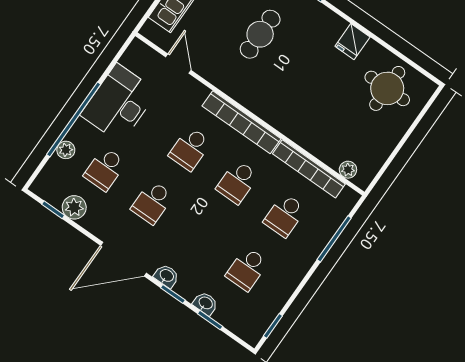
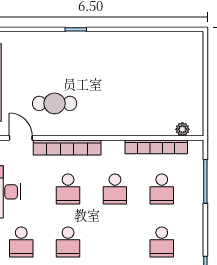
cafe table: (260, 34) -> (55, 103), moved, turned 90
fridge: (352, 42) -> (126, 42), removed
round table: (387, 88) -> (171, 57), removed
bookcase: (242, 122) -> (67, 147), moved

